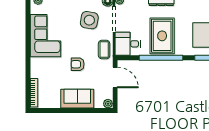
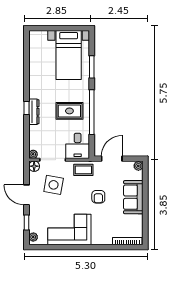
rug: (162, 36) -> (69, 111), width x0.73, depth x0.70

